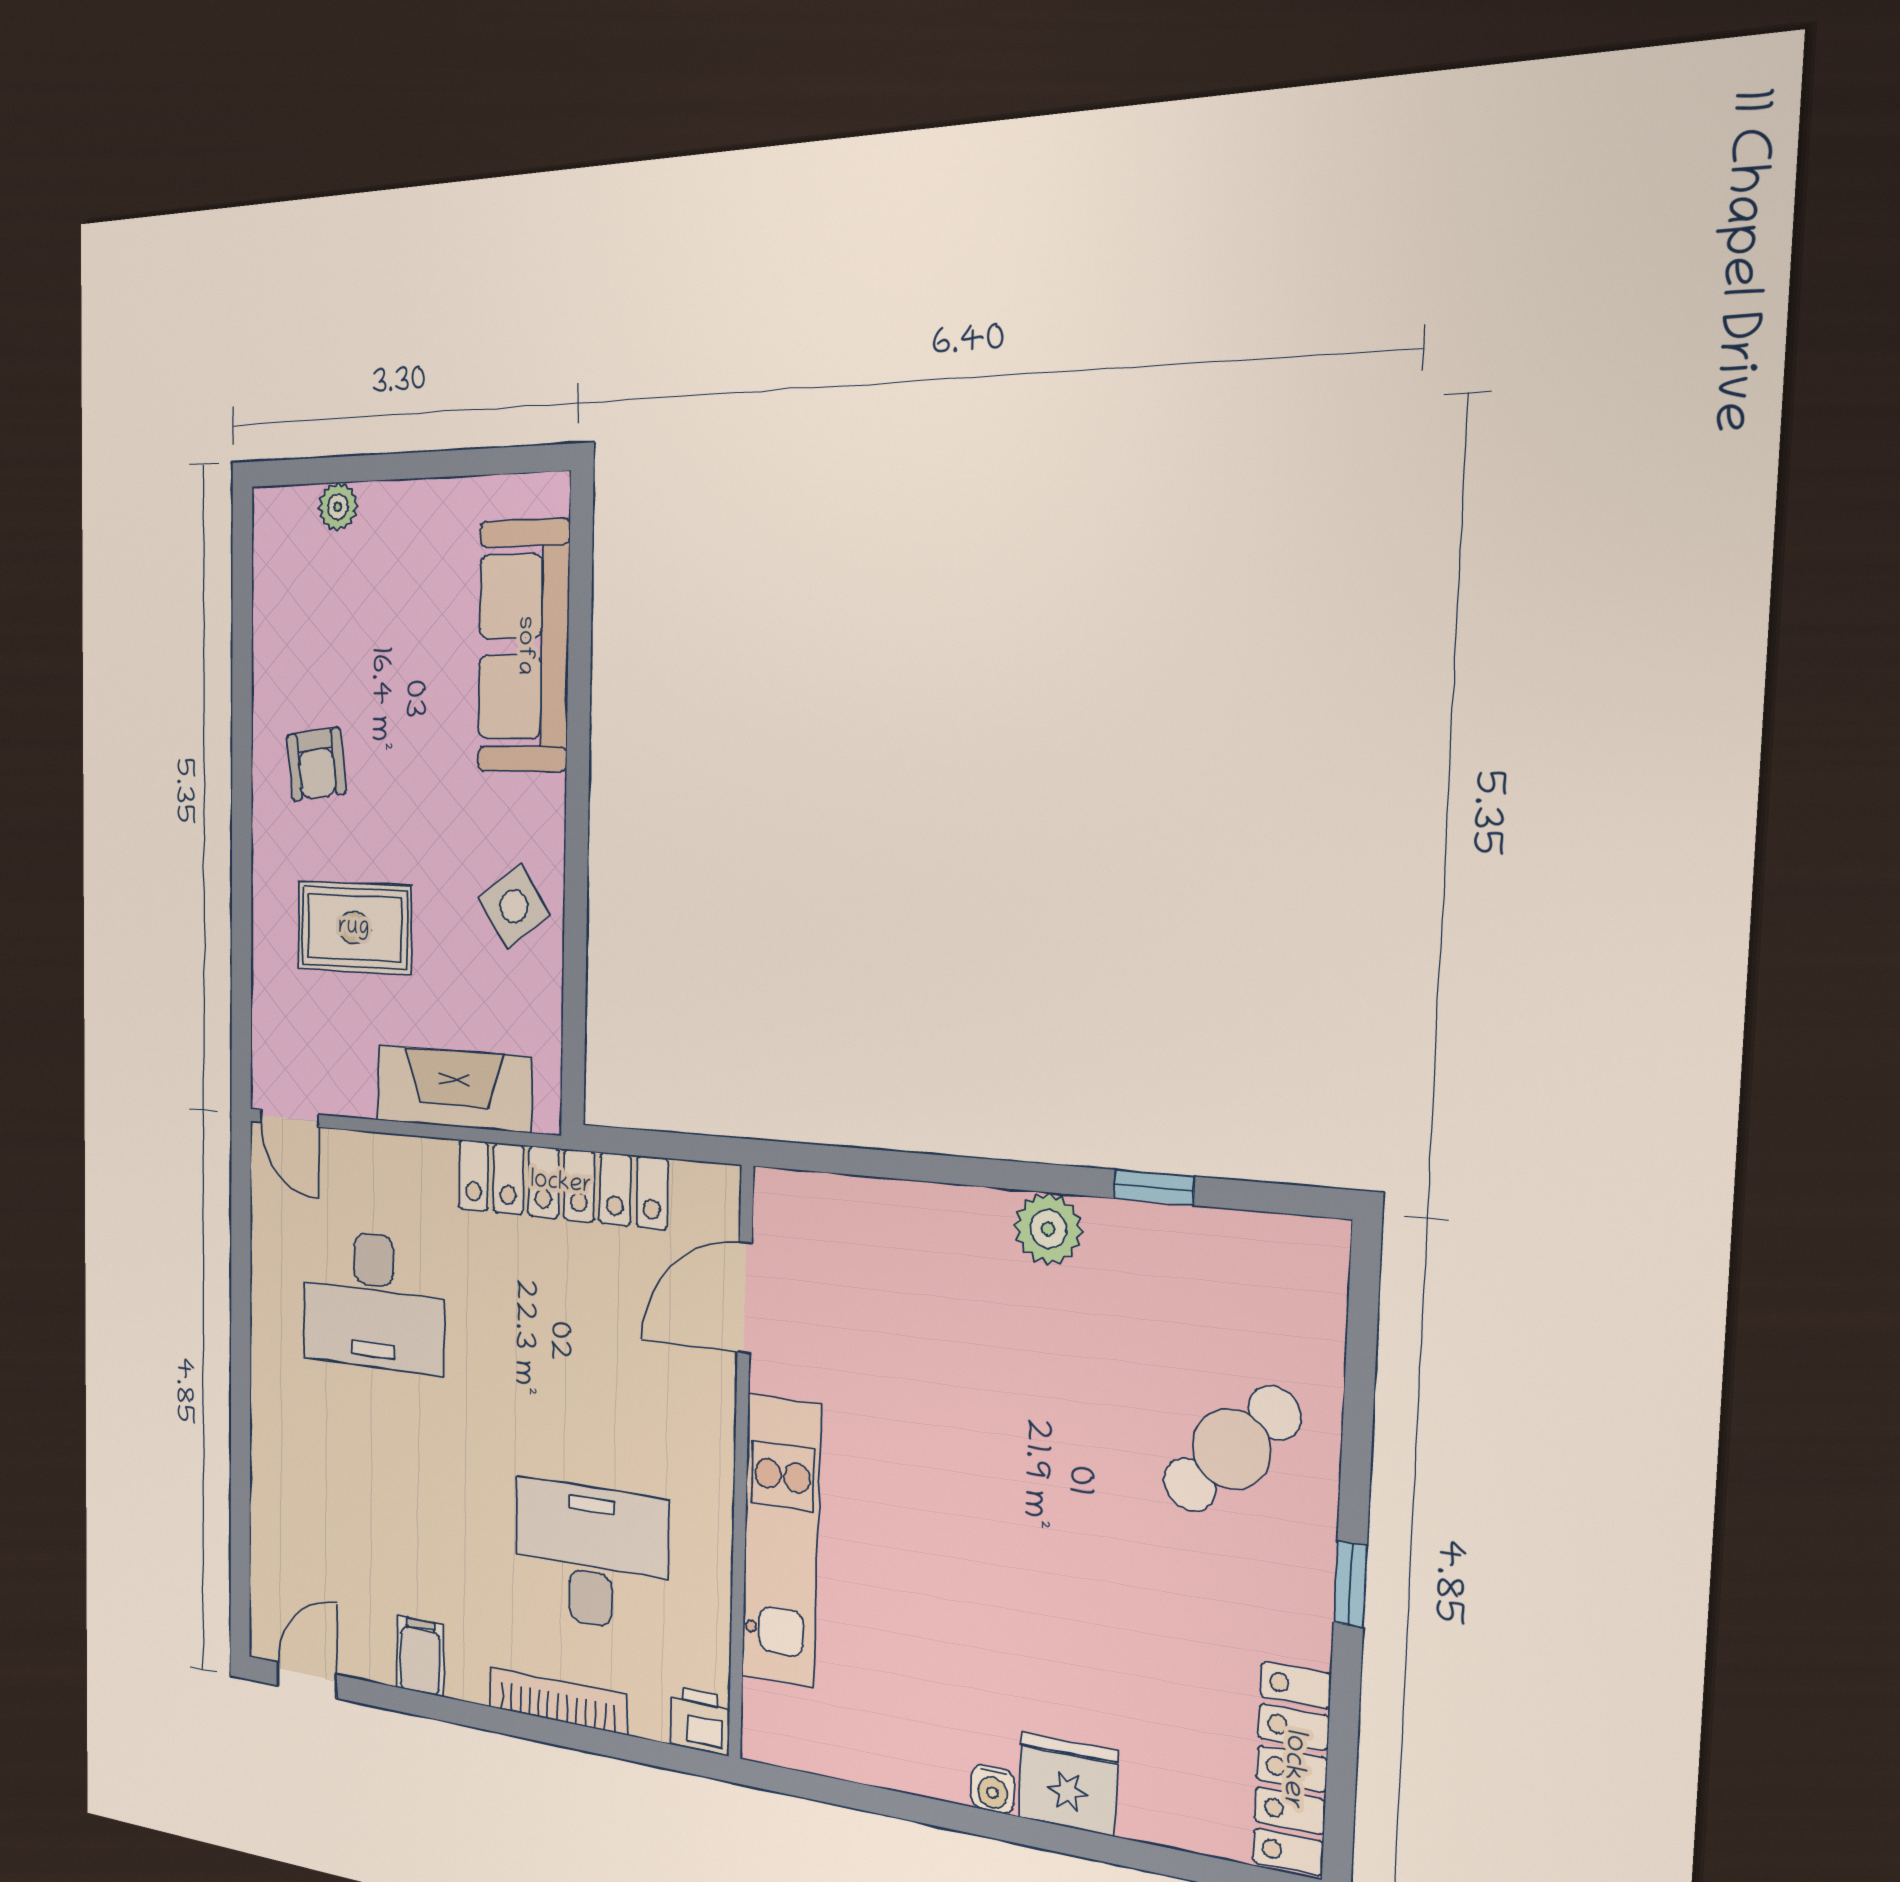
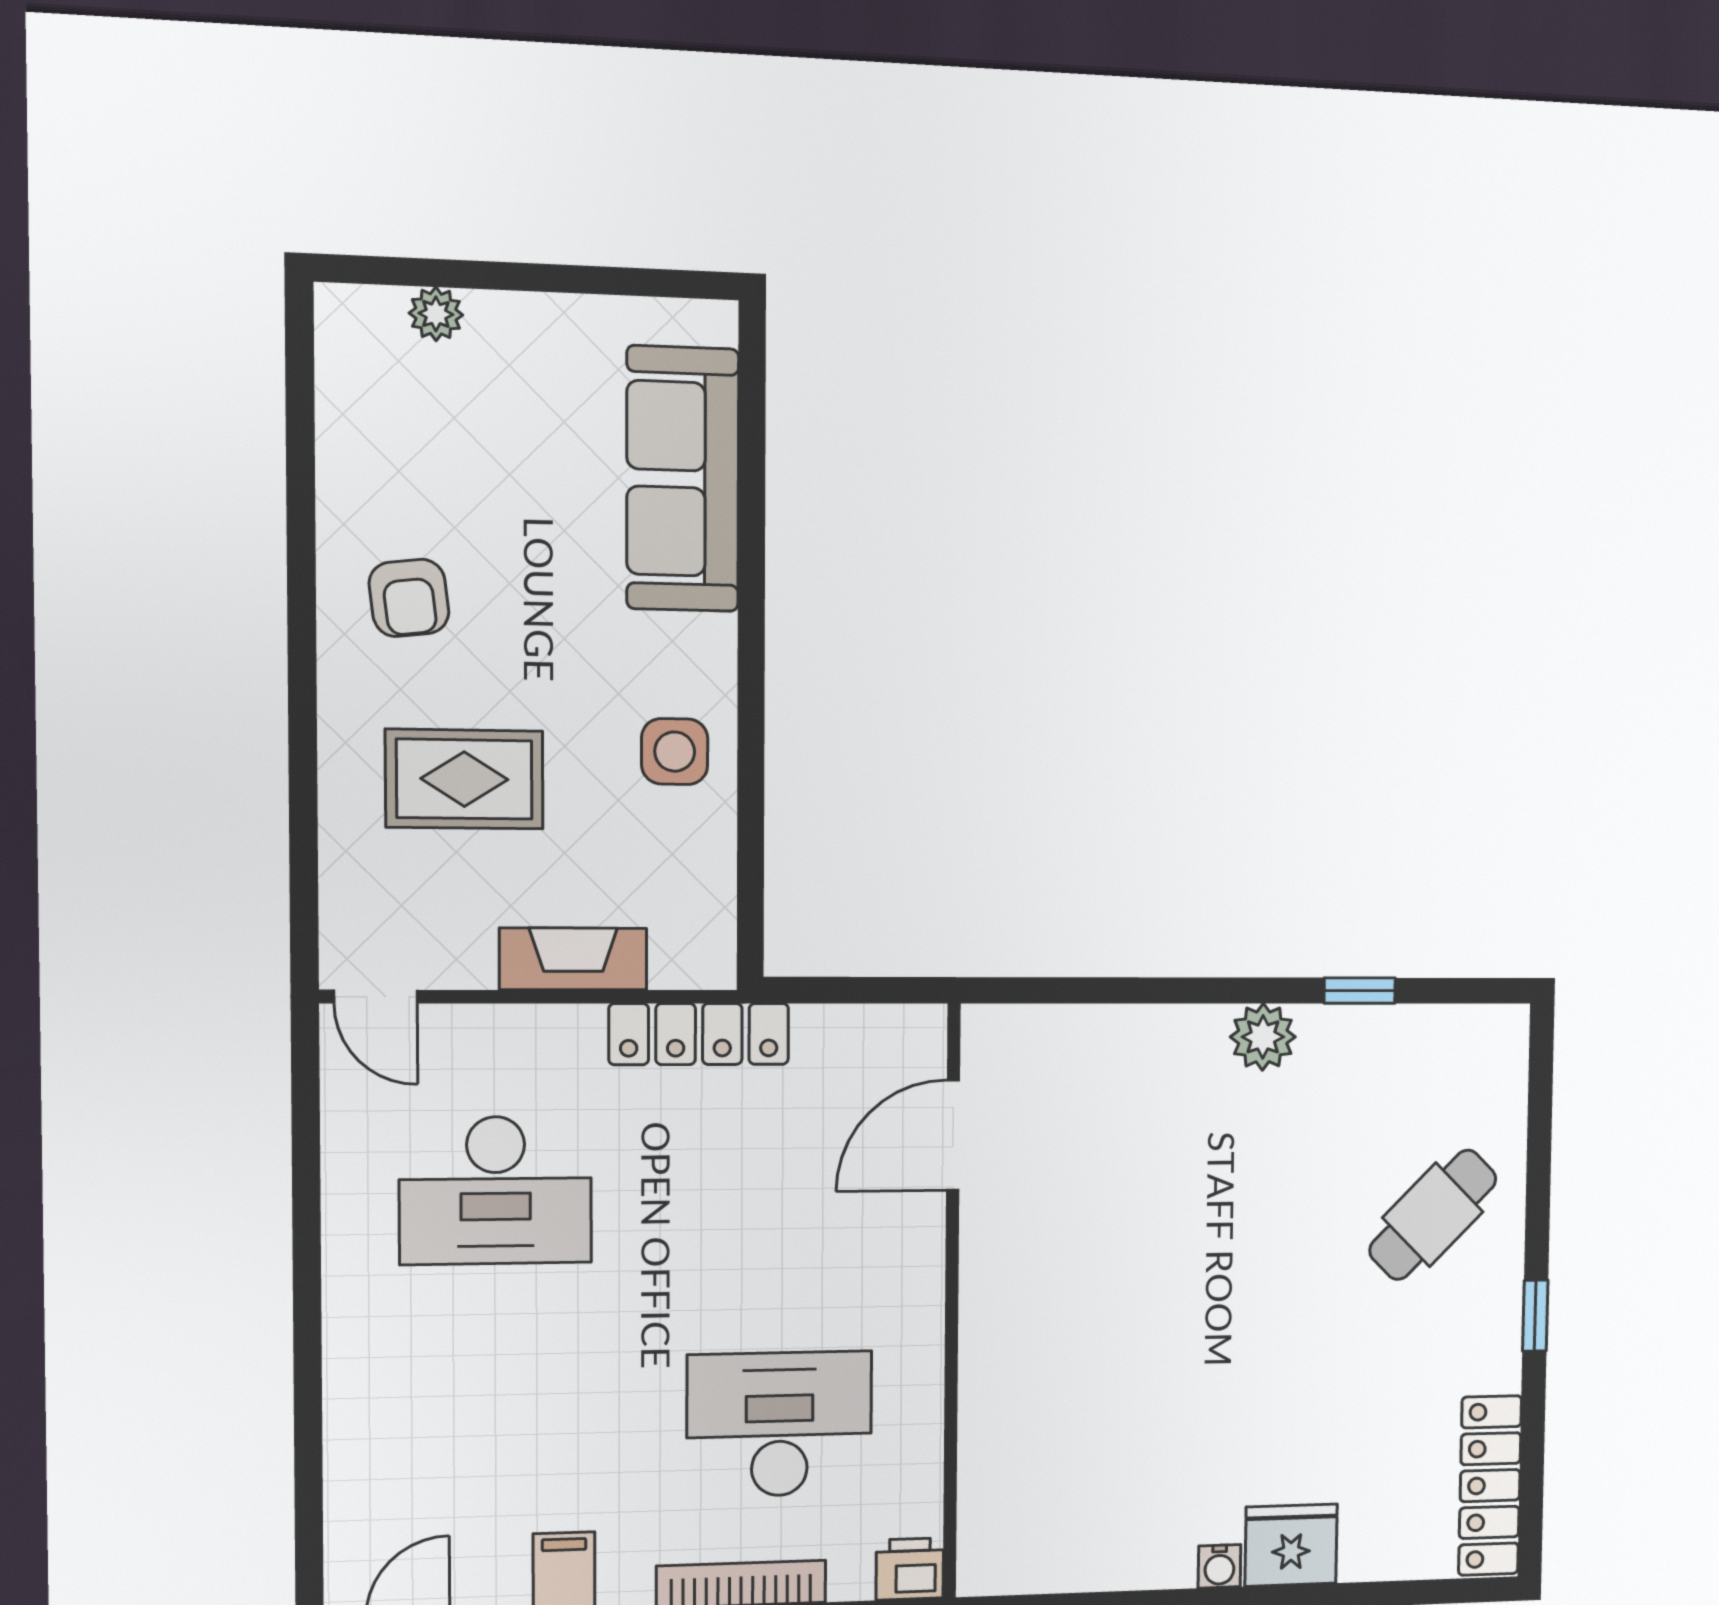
side table: (514, 906) -> (675, 752), turned 35
fireplace: (454, 1089) -> (573, 959), width x0.73, depth x0.76
locker: (561, 1184) -> (699, 1034), width x0.71, depth x0.83
kitchen unit: (781, 1541) -> (997, 1371), removed

